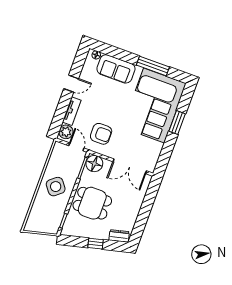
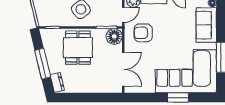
armchair: (101, 134) -> (143, 33), turned 90
double door: (130, 166) -> (123, 69), swing flipped
window: (95, 244) -> (43, 64), width x2.17

